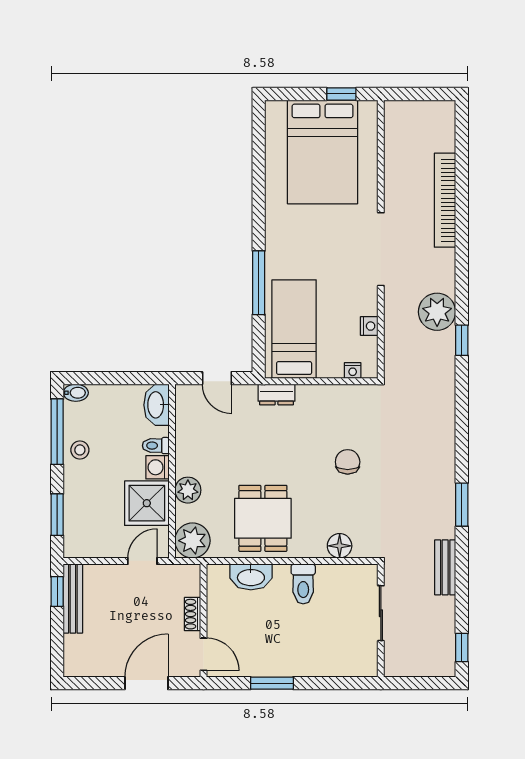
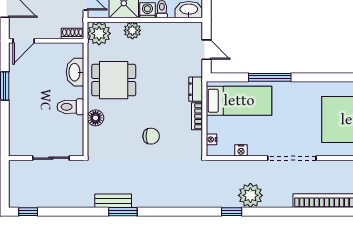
door: (217, 378) -> (207, 50), swing flipped
bookcase: (318, 392) -> (197, 116), added
floor lamp: (340, 546) -> (95, 118), moved
bench: (445, 567) -> (113, 201), moved
shoe rack: (193, 614) -> (73, 34), moved

